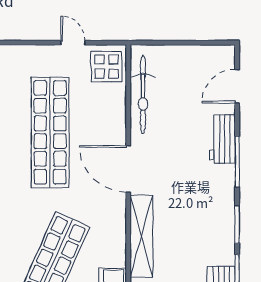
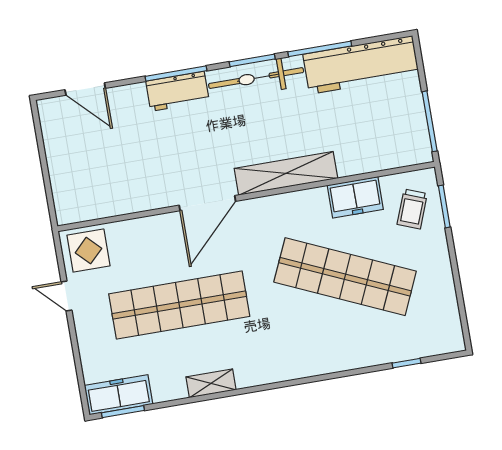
door: (73, 43) -> (67, 296), hinge flipped
bicycle: (143, 95) -> (256, 78), moved, turned 180
workbench: (223, 139) -> (177, 91), moved

